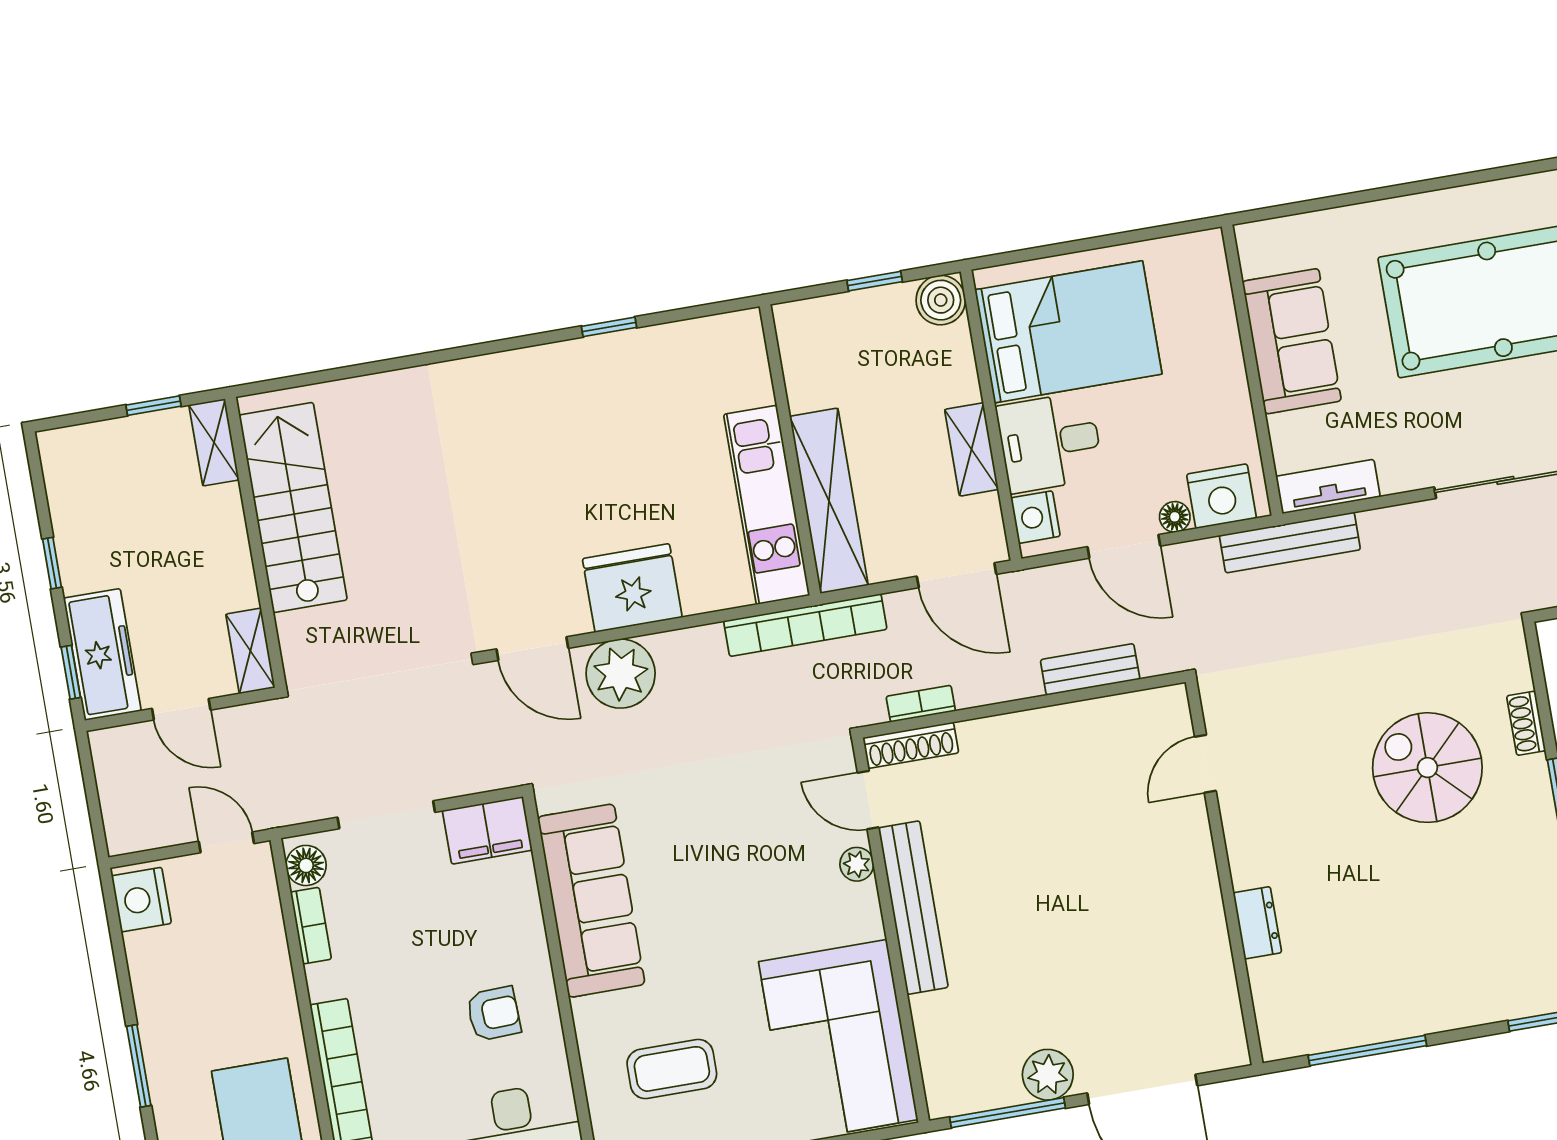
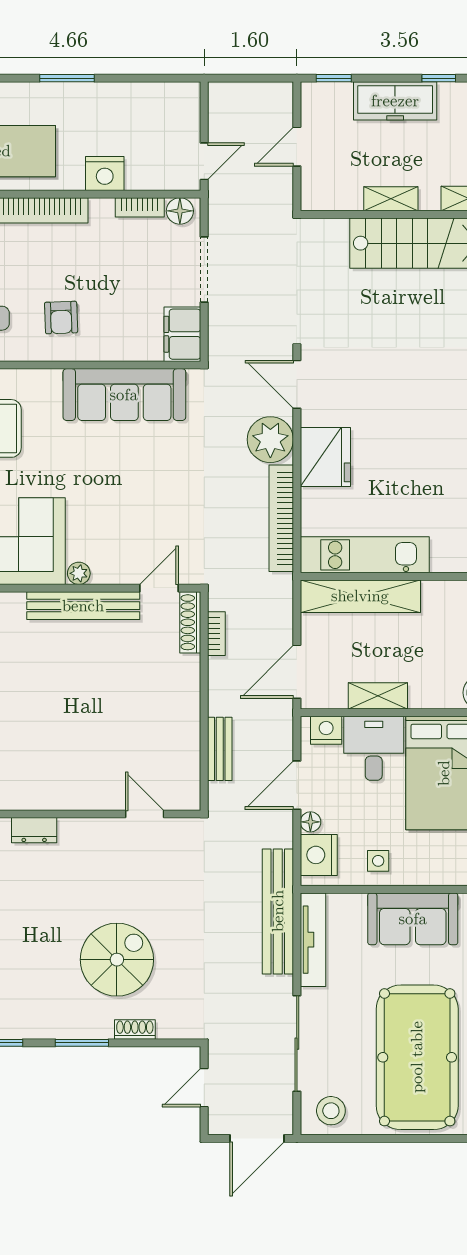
side table: (1215, 407) -> (378, 861), added
tv unit: (1328, 487) -> (313, 940), width x1.41
bench: (1290, 542) -> (278, 911), width x1.37, depth x1.21
window: (52, 563) -> (439, 78), moved
bookcase: (805, 625) -> (281, 518), moved
door: (532, 649) -> (297, 384), hinge flipped
shelving: (250, 651) -> (391, 199), moved
freezer: (102, 654) -> (395, 101), moved
plant: (857, 864) -> (79, 573), moved
nightstand: (141, 900) -> (105, 174), moved, turned 180

